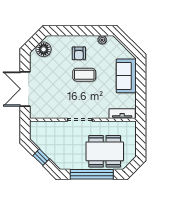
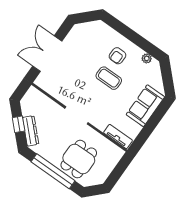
floor lamp: (44, 49) -> (89, 30), removed
dining table: (105, 151) -> (79, 159), width x0.73
dresser: (54, 156) -> (31, 131), added

